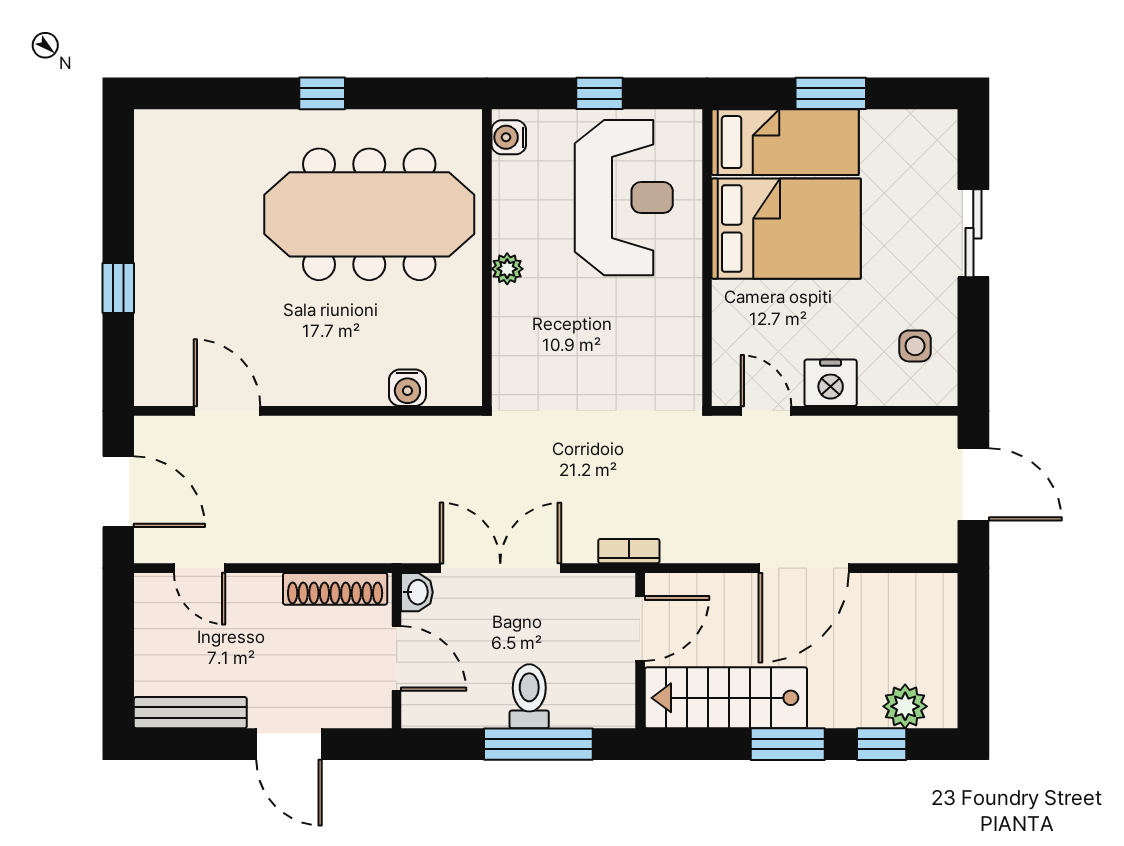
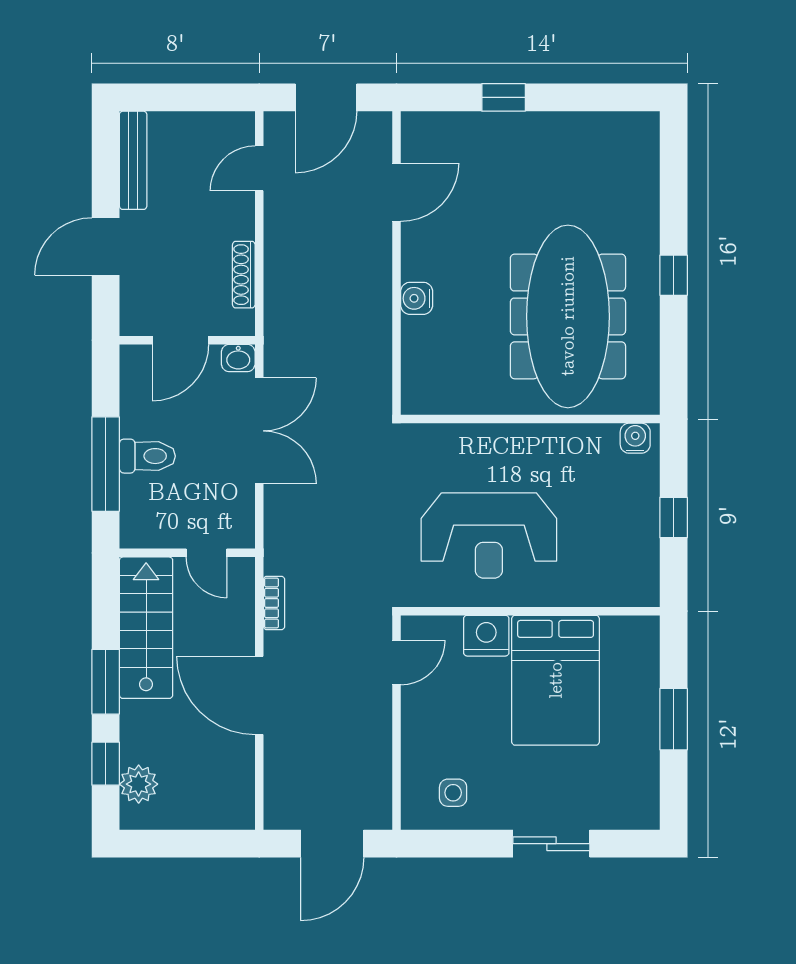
bed: (785, 142) -> (631, 679), removed
reception desk: (624, 198) -> (489, 535), moved
plant: (507, 269) -> (520, 437), removed
nightstand: (831, 383) -> (486, 636), moved, turned 90
water cooler: (407, 388) -> (417, 298), moved
bookcase: (629, 551) -> (274, 603), moved
shoe rack: (335, 589) -> (244, 275), width x0.74, depth x0.81
door: (640, 629) -> (206, 553), width x0.73

